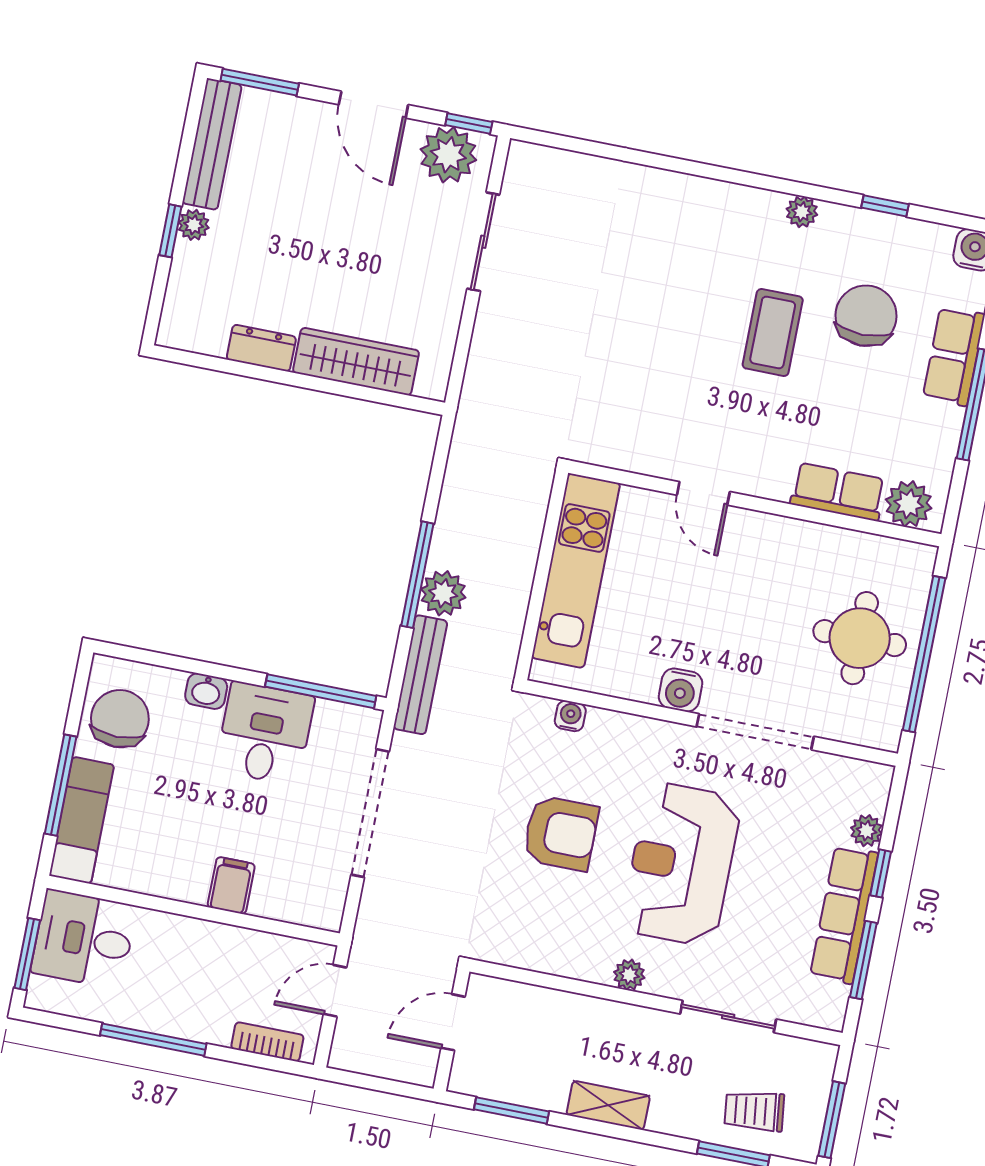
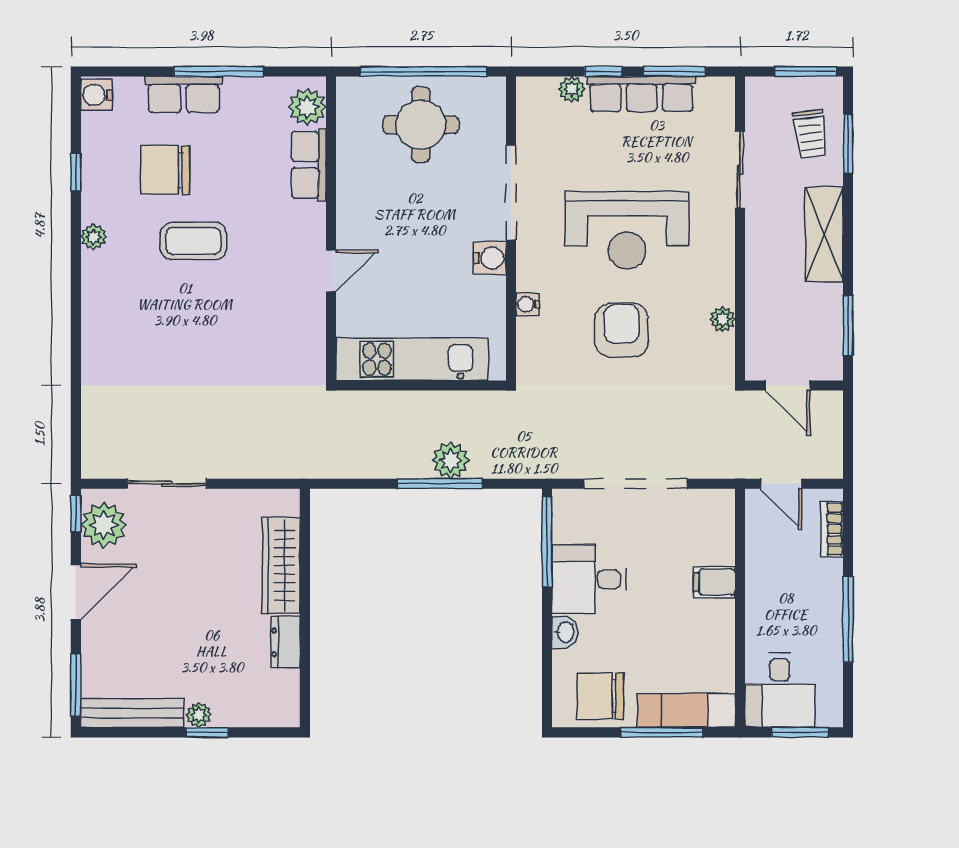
bench: (420, 675) -> (518, 466), removed
water cooler: (570, 716) -> (528, 304), moved
plant: (629, 975) -> (723, 319), moved
shelving: (608, 1105) -> (824, 234), width x1.50, depth x1.33

